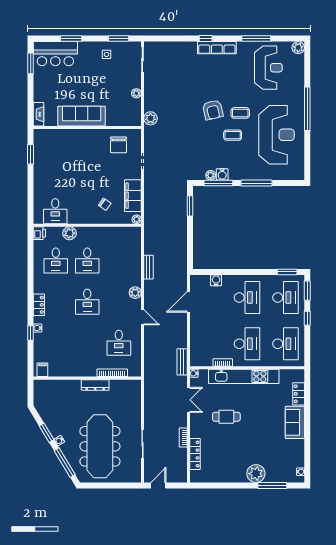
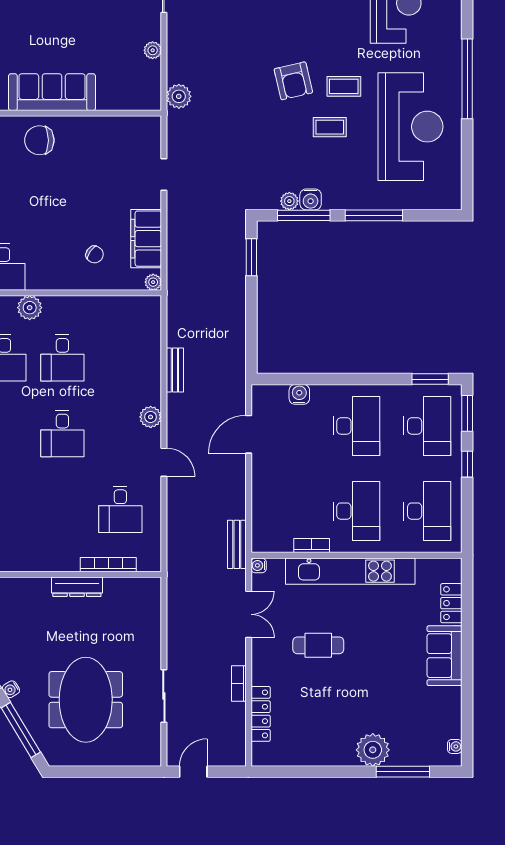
chair: (118, 145) -> (39, 140), moved, turned 90
meeting table: (100, 446) -> (86, 700), width x0.73

